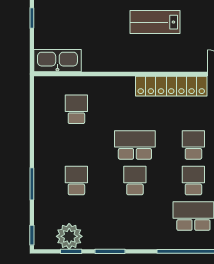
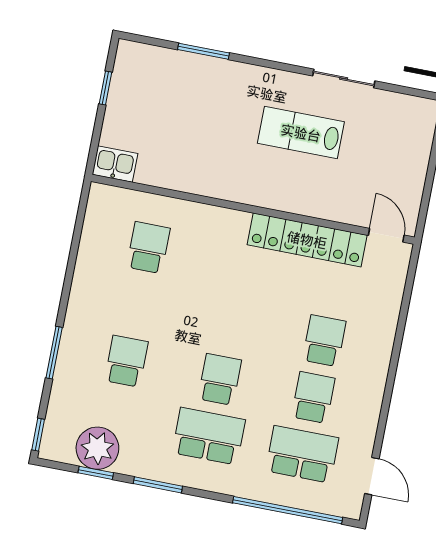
kitchen sink: (57, 61) -> (115, 164), width x0.53, depth x0.81
school desk: (135, 145) -> (209, 436), moved

